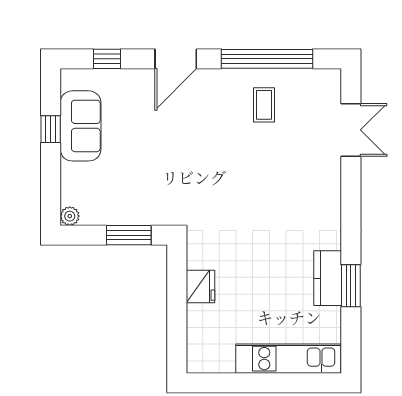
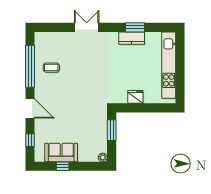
double door: (351, 130) -> (87, 27), moved
kitchen unit: (288, 359) -> (169, 65), width x1.36

